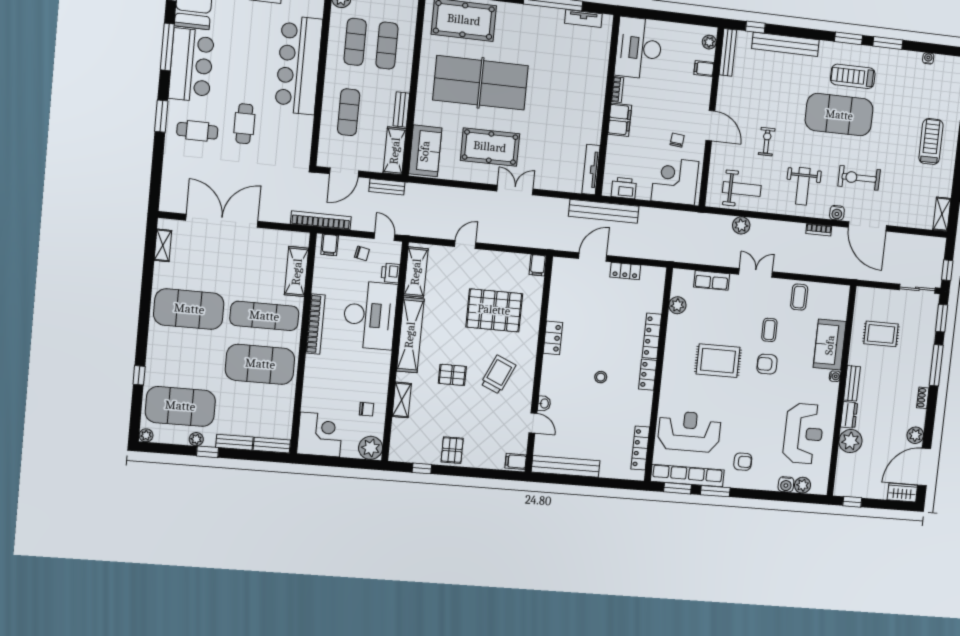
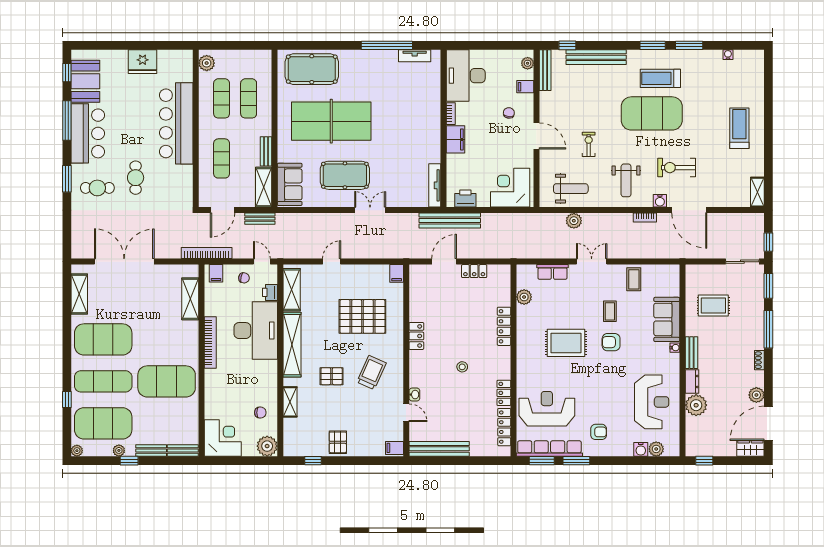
chair: (677, 140) -> (509, 113), moved
shelving: (163, 245) -> (79, 294), width x1.50, depth x1.33
exercise mat: (264, 316) -> (103, 381), moved
locker: (648, 375) -> (504, 393), moved

